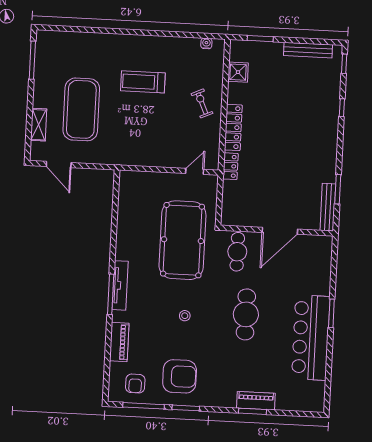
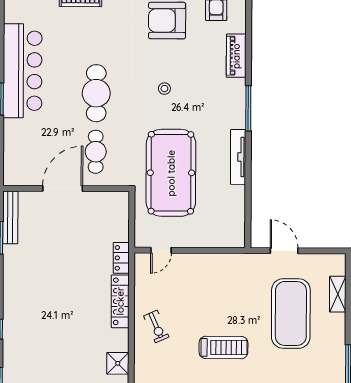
door: (59, 164) -> (284, 251), moved
cafe table: (237, 252) -> (96, 152), moved
tv unit: (120, 285) -> (238, 157), moved

